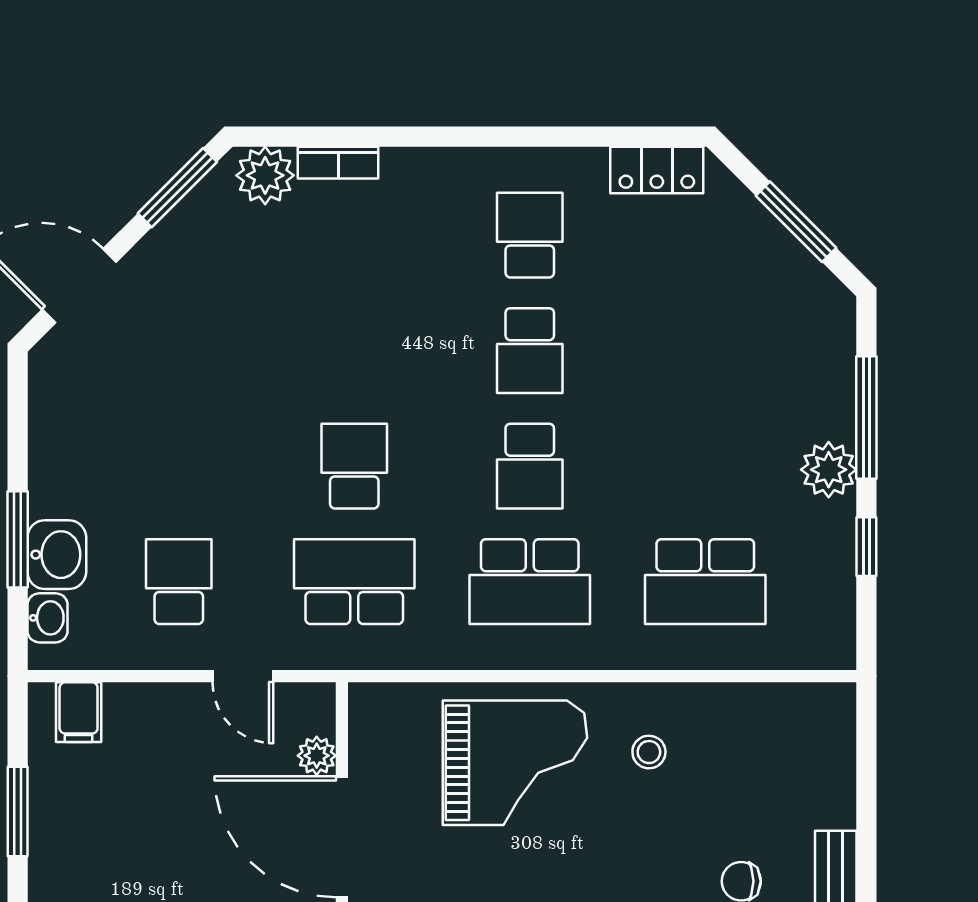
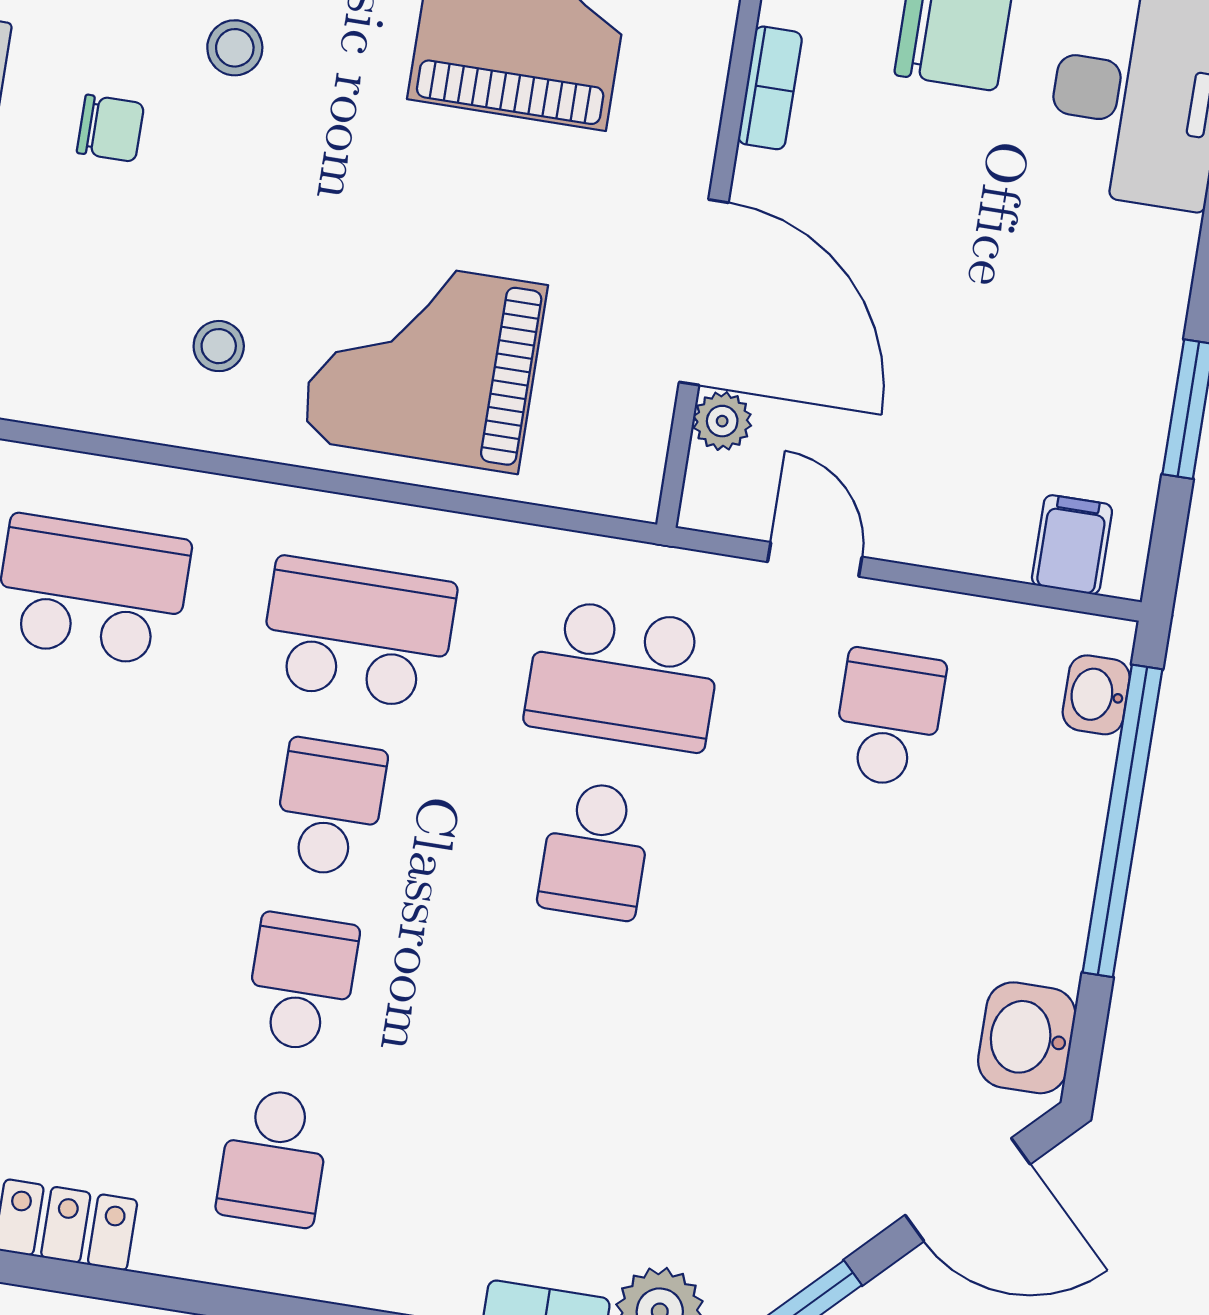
window: (18, 539) -> (1122, 821), width x2.11
washbasin: (57, 555) -> (1027, 1038), moved
school desk: (179, 582) -> (889, 718), turned 180

